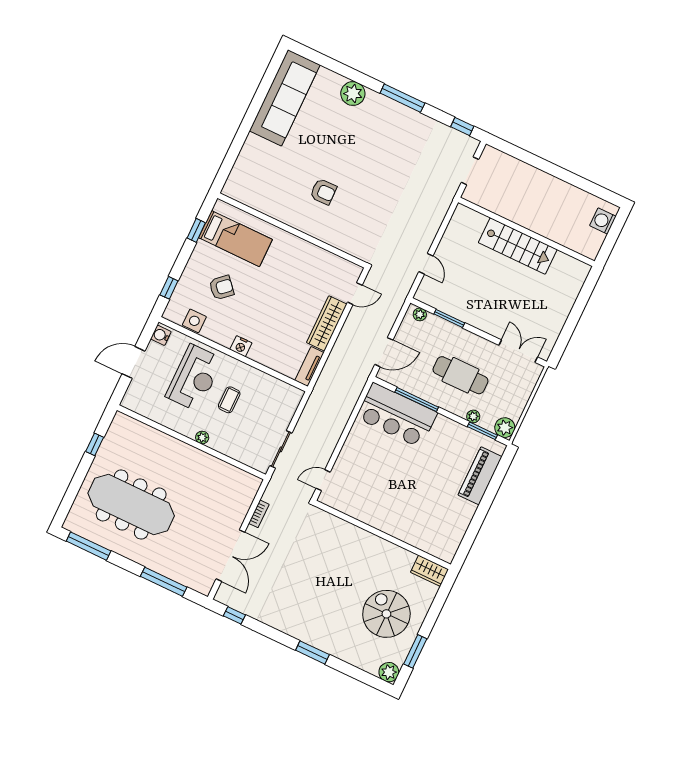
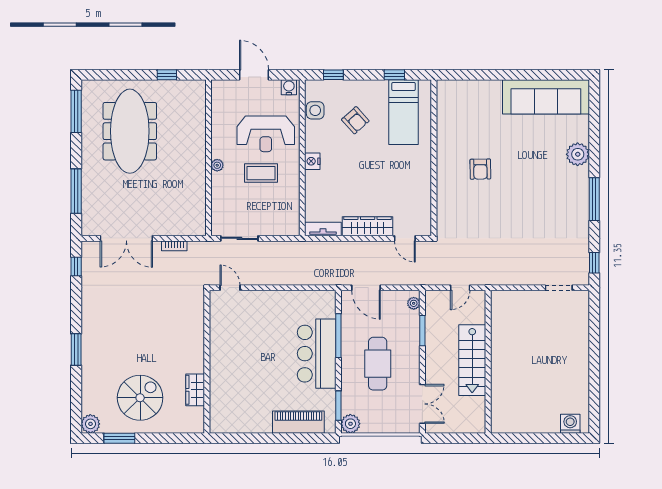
wall: (526, 232) -> (488, 362), moved
stairs: (518, 246) -> (472, 360), moved
coffee table: (229, 400) -> (261, 173), width x1.36, depth x1.30
bar counter: (397, 415) -> (317, 354), moved
plant: (473, 416) -> (347, 392), removed
wardrobe: (429, 571) -> (195, 390), moved

